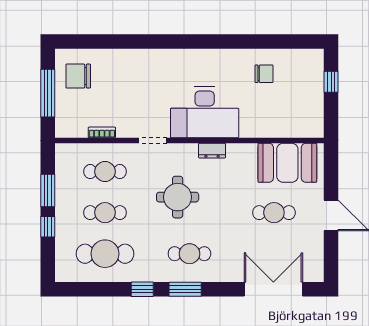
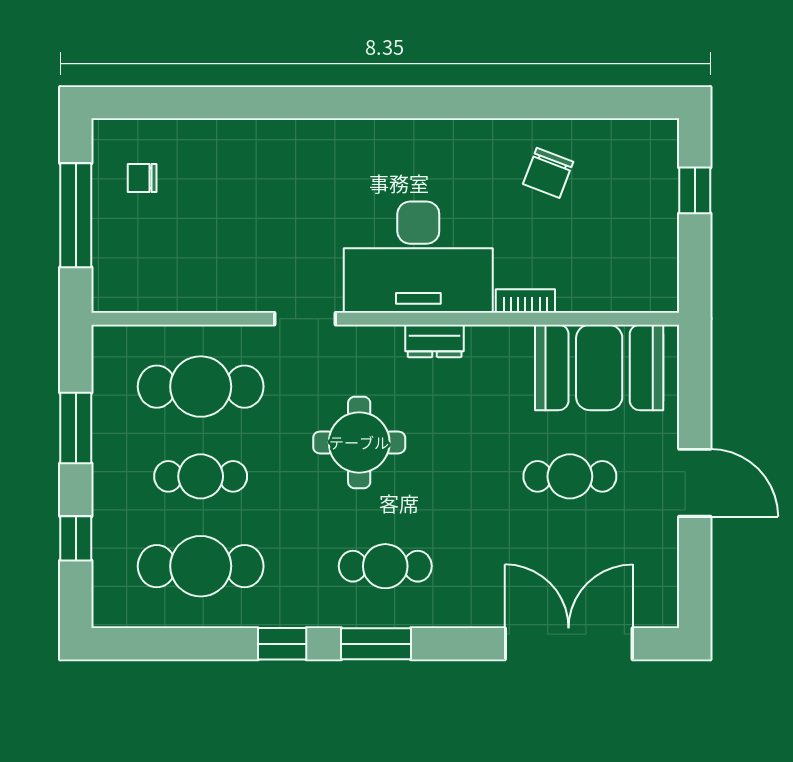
chair: (264, 74) -> (548, 173), turned 111
chair: (78, 76) -> (142, 178), width x0.54, depth x0.54
bookcase: (102, 132) -> (525, 301), moved
cafe table: (105, 172) -> (201, 387), width x1.37, depth x1.35
window: (48, 227) -> (76, 538), moved

